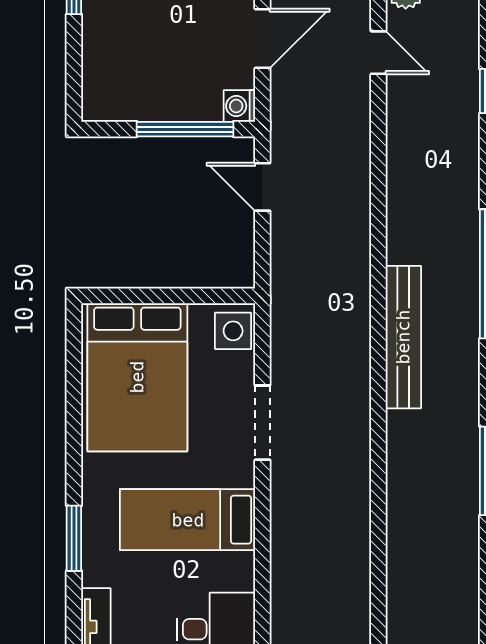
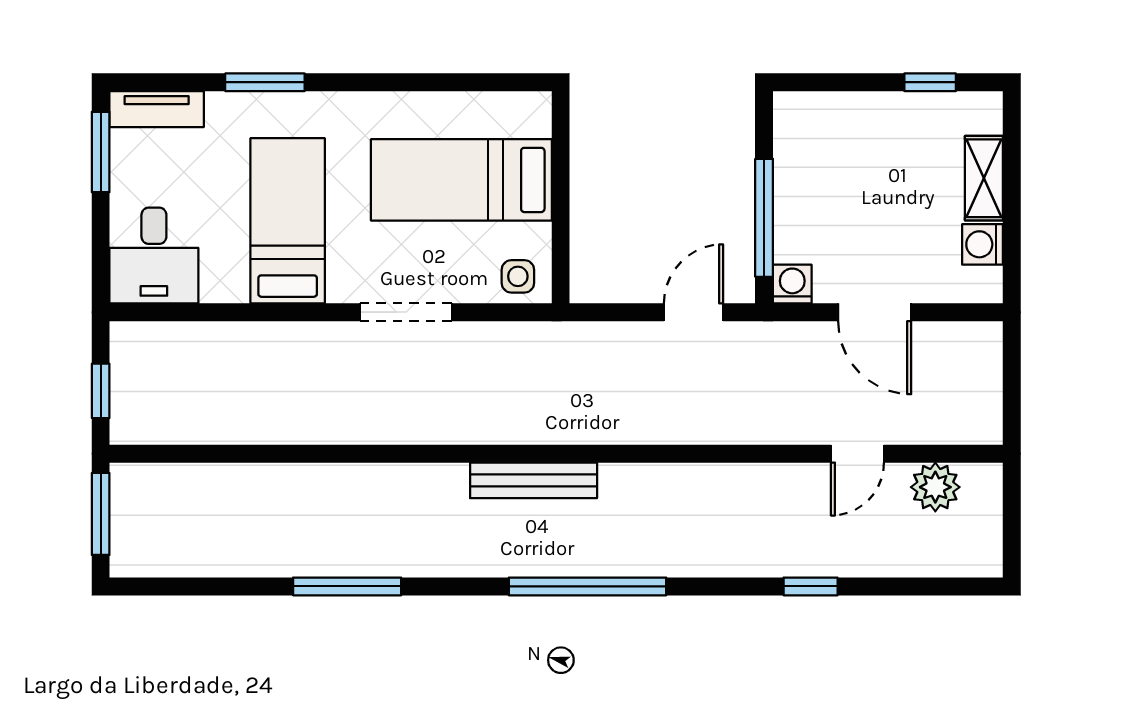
side table: (233, 331) -> (518, 276), width x0.73, depth x0.73
bench: (403, 337) -> (534, 480), width x0.73, depth x0.82
bed: (137, 377) -> (461, 180), width x0.67

